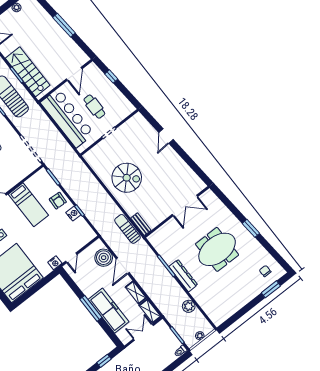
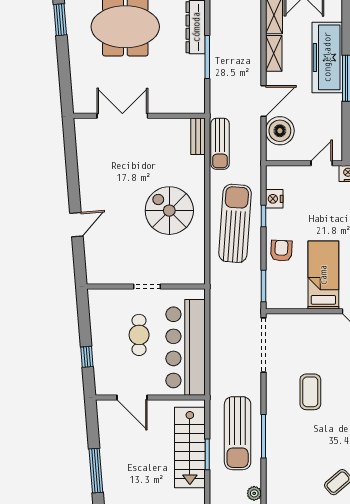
door: (74, 74) -> (132, 397), swing flipped
sun lounger: (90, 196) -> (235, 223), added
nightstand: (73, 214) -> (274, 199), moved

